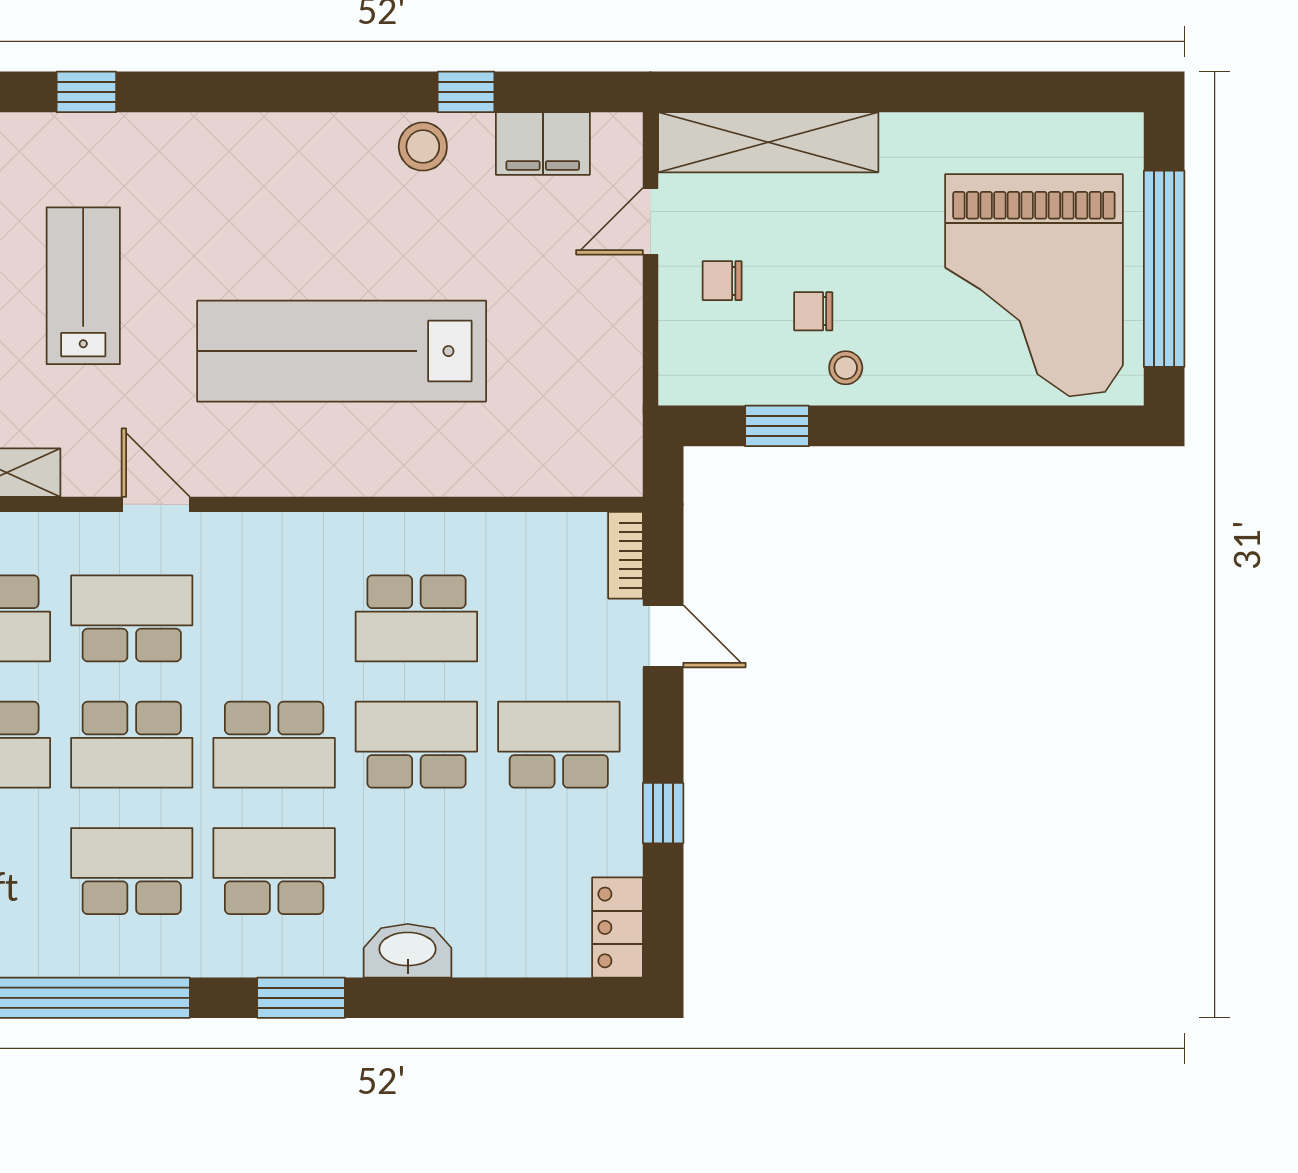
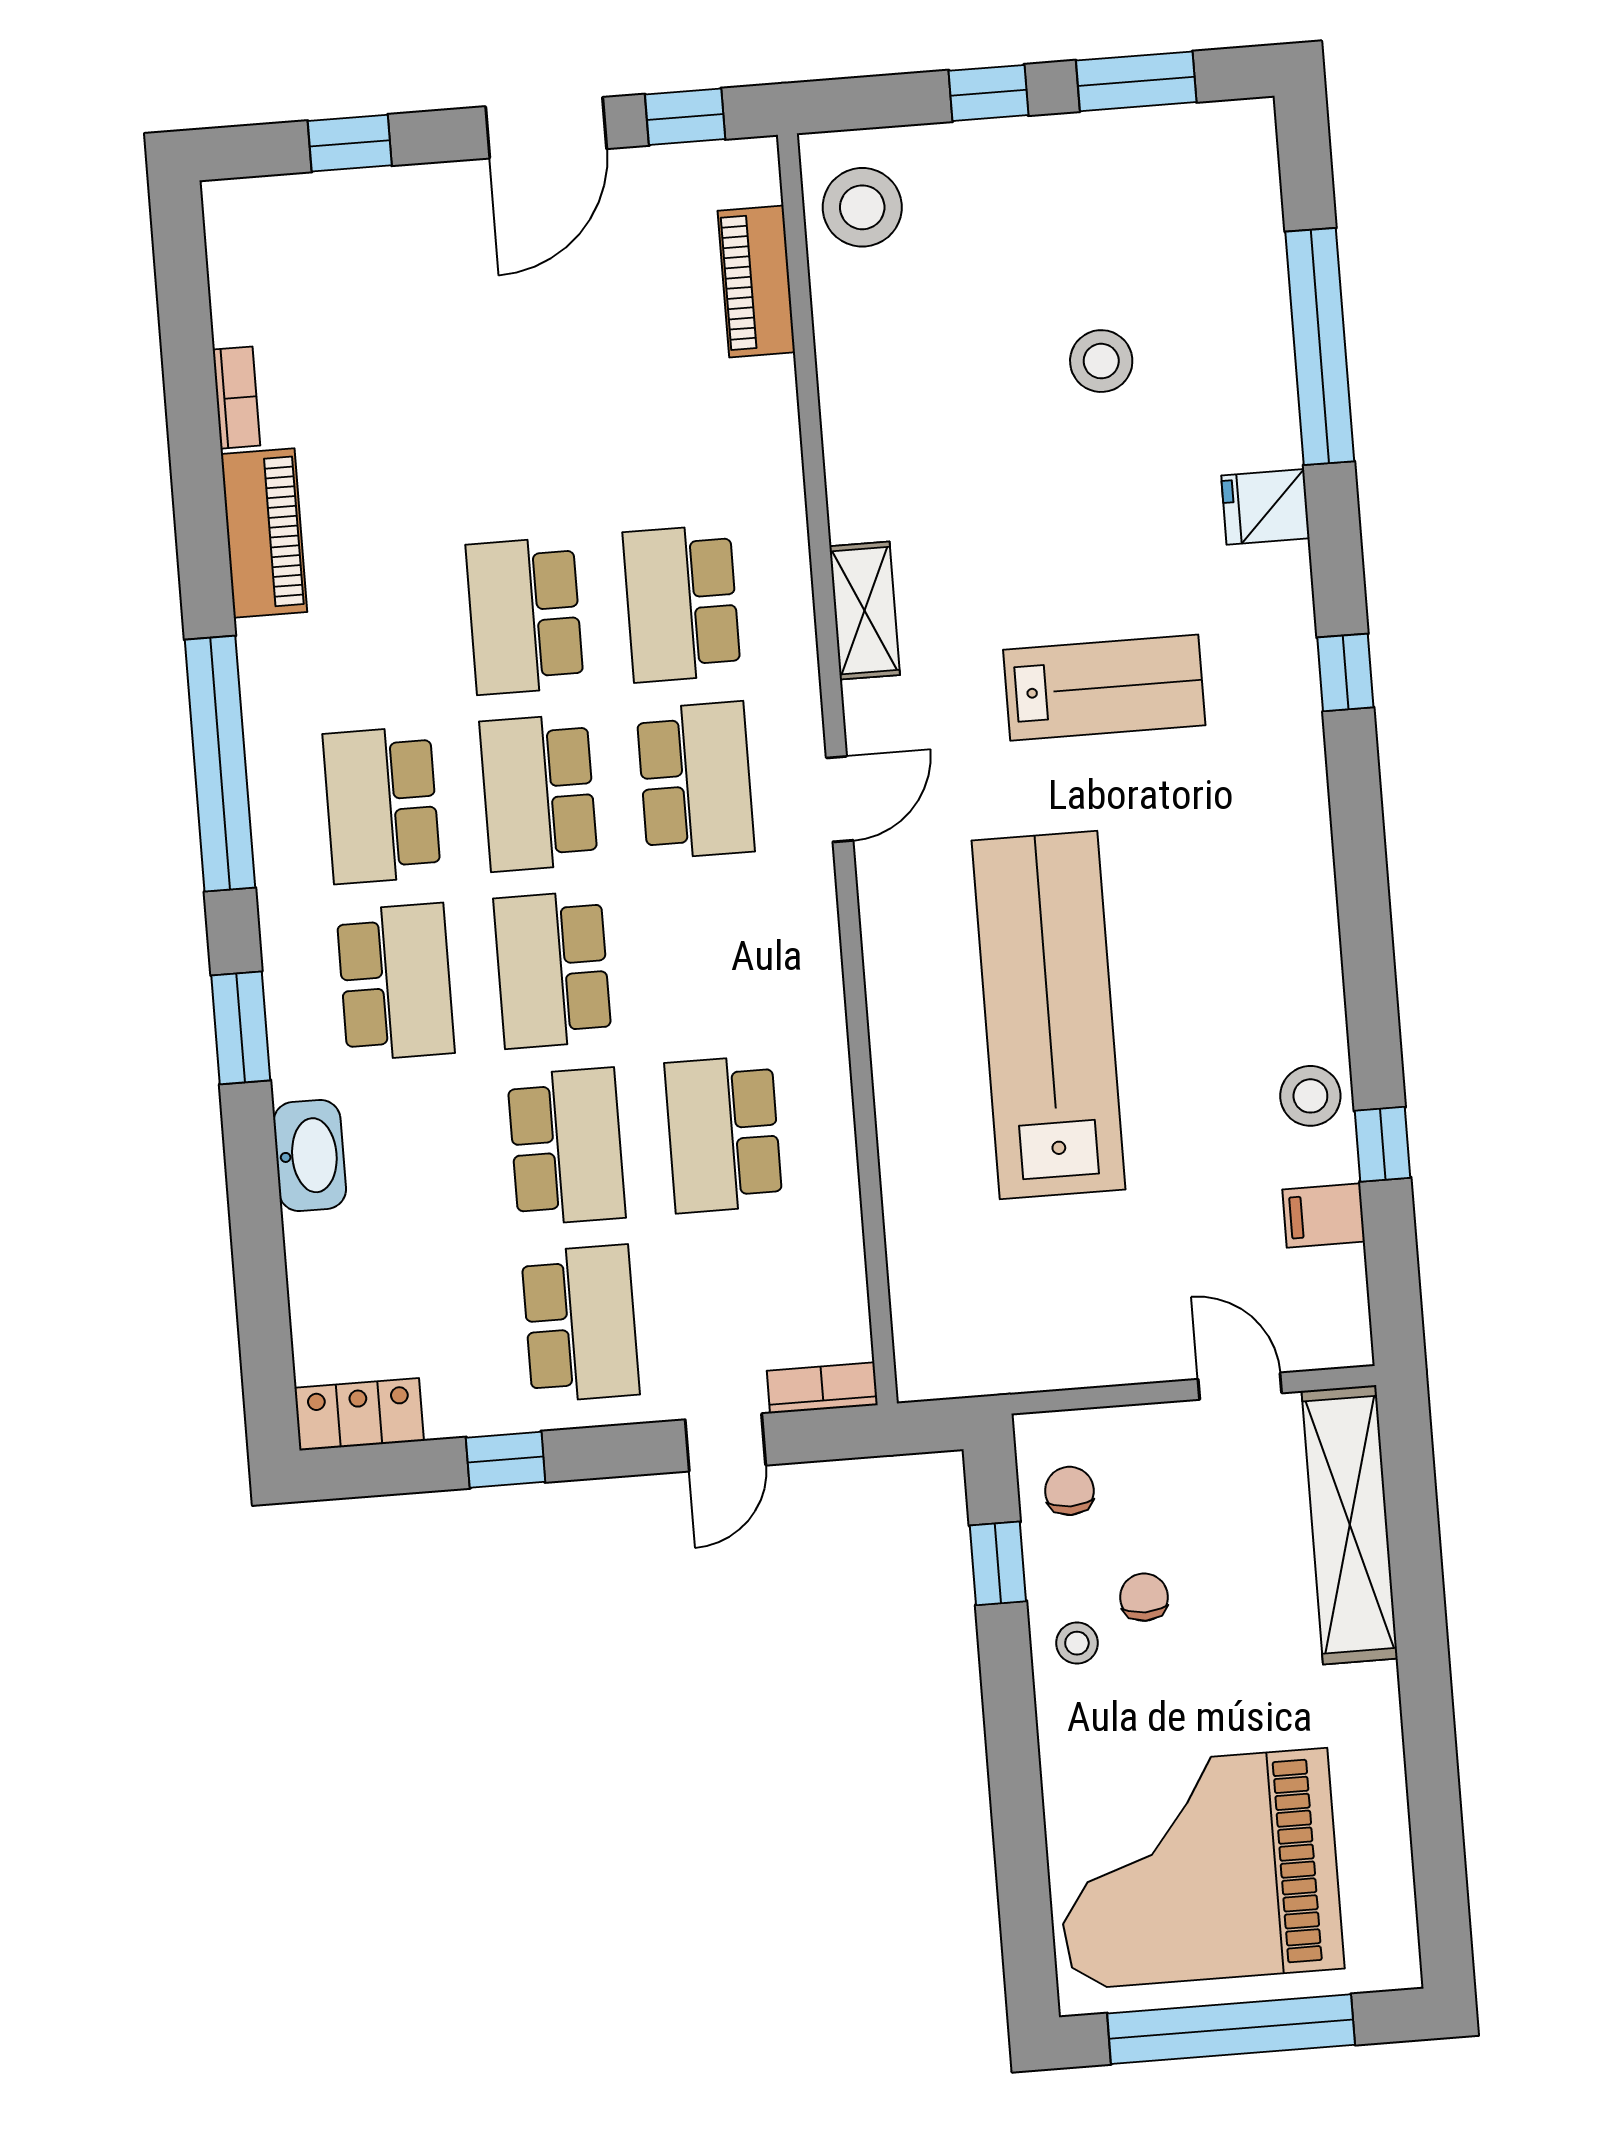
filing cabinet: (543, 144) -> (1324, 1216), width x0.50
chair: (722, 281) -> (1069, 1491), moved
school desk: (132, 871) -> (382, 805), turned 180

